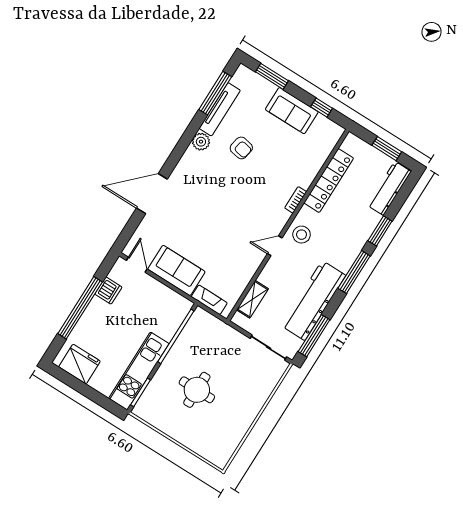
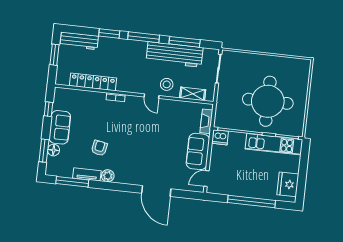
floor lamp: (267, 89) -> (54, 150), added
tv unit: (220, 109) -> (87, 174), width x0.71
stool: (302, 235) -> (167, 84), moved
dishwasher: (108, 291) -> (220, 137), moved, turned 180
window: (314, 336) -> (185, 42), moved
round table: (197, 390) -> (268, 101), width x1.86, depth x1.86

